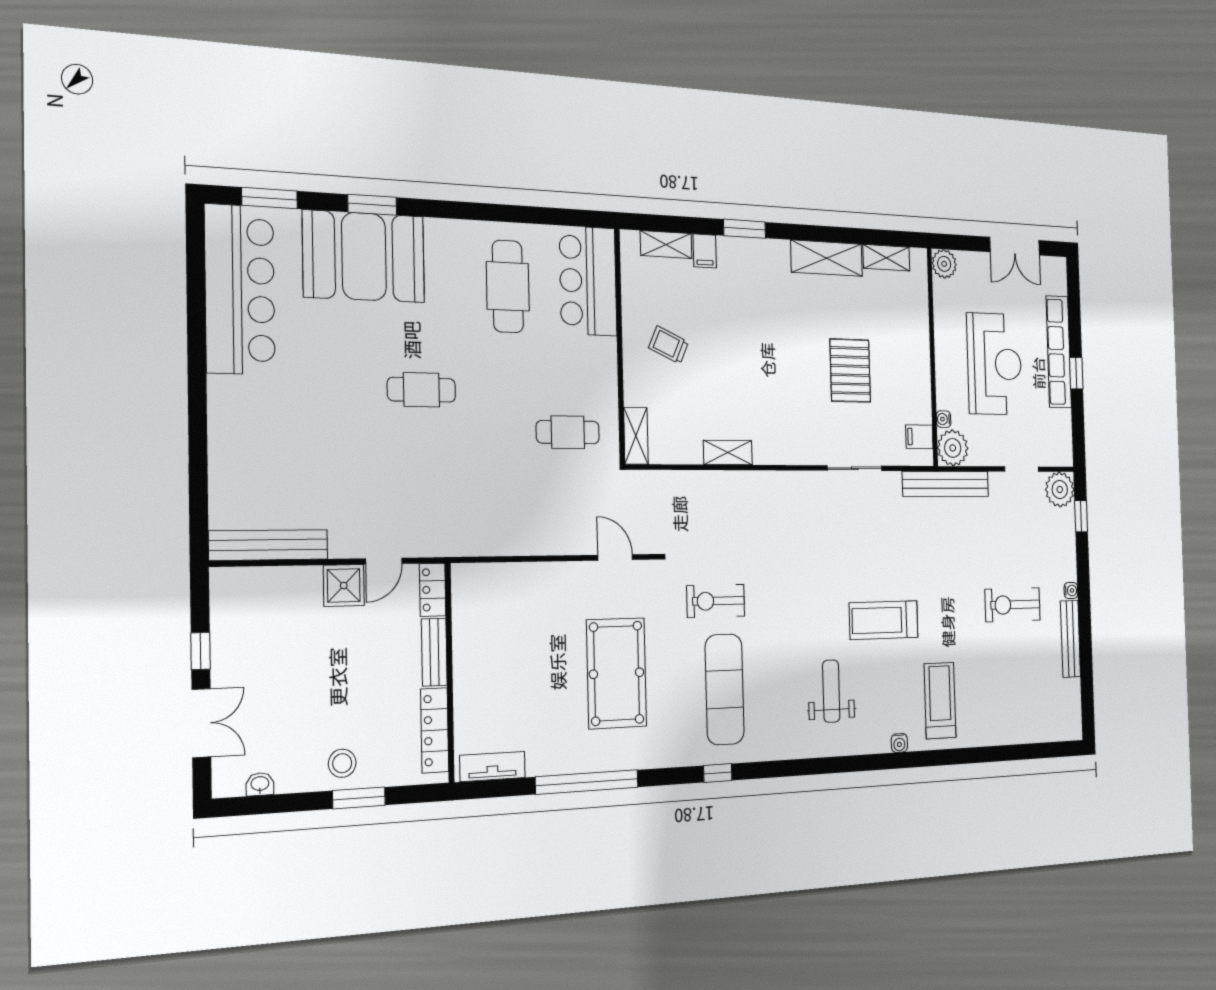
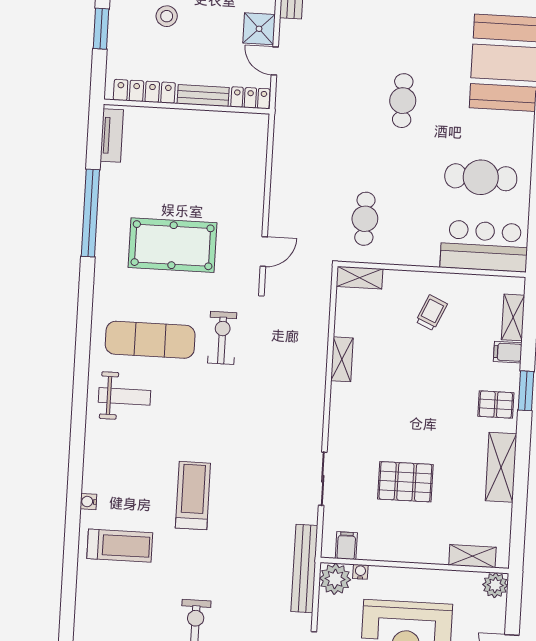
shelving: (886, 258) -> (472, 556), moved, turned 90
pallet: (762, 265) -> (496, 404), added
weight bench: (831, 691) -> (124, 396), moved
stool: (342, 763) -> (167, 16), moved
window: (718, 773) -> (84, 328), removed

